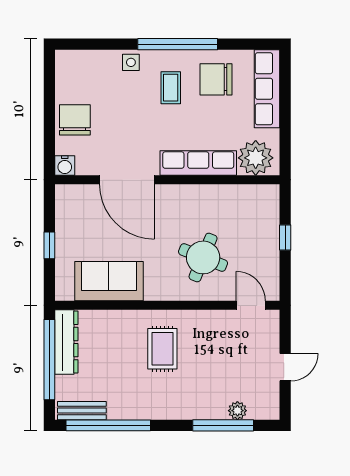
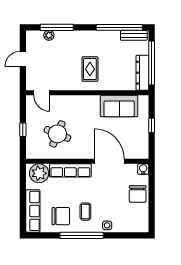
round table: (203, 257) -> (57, 134), moved

